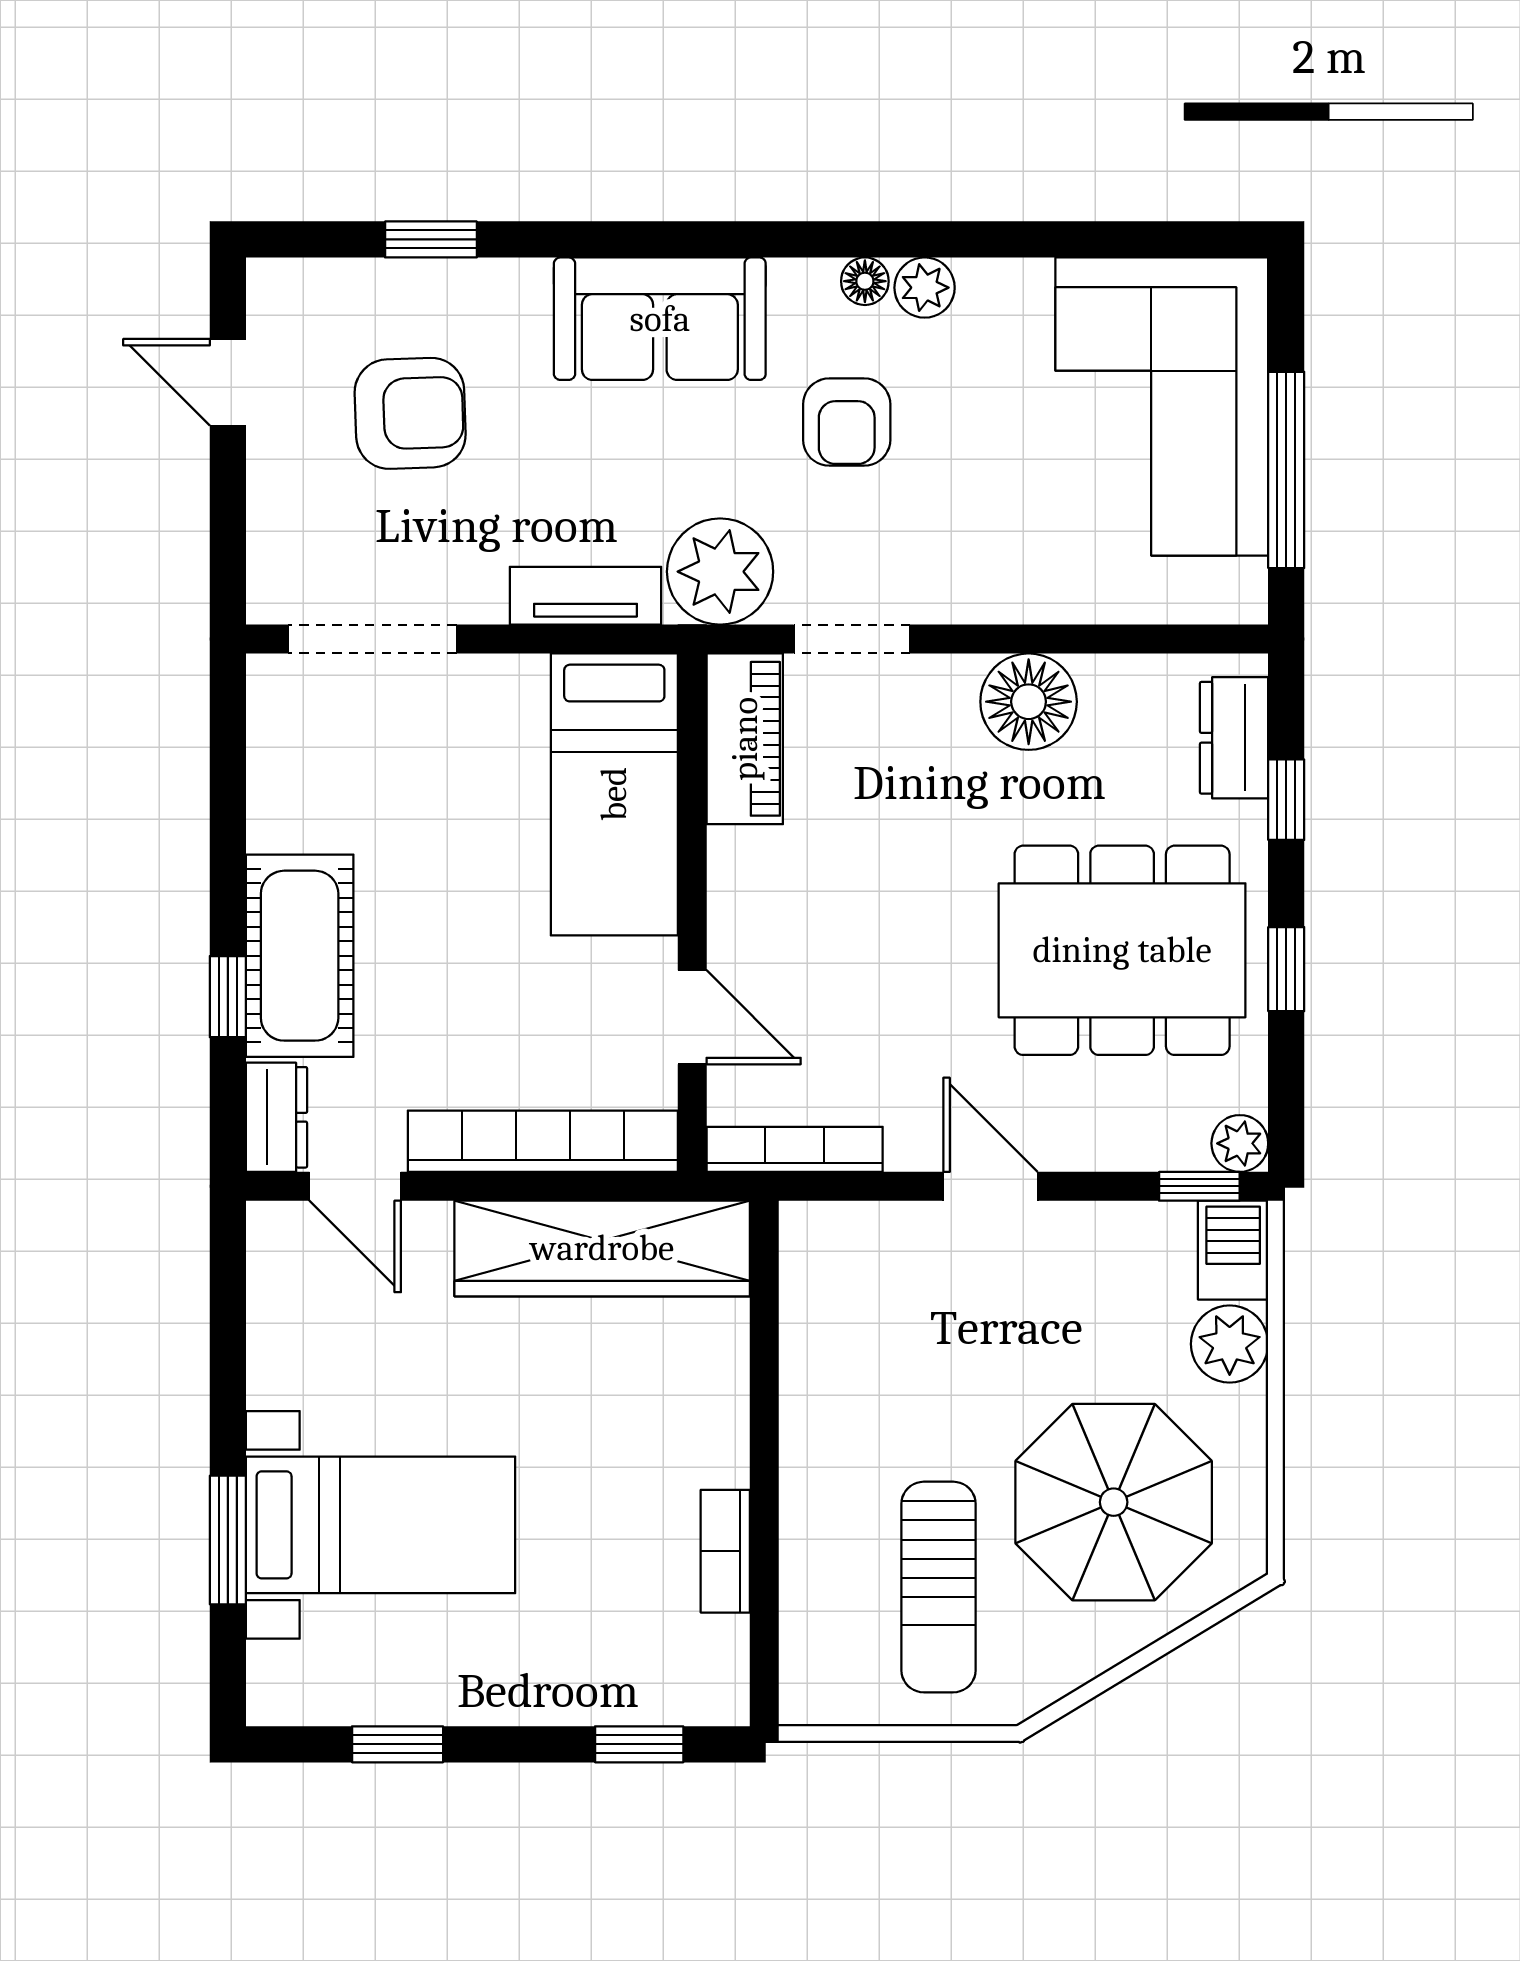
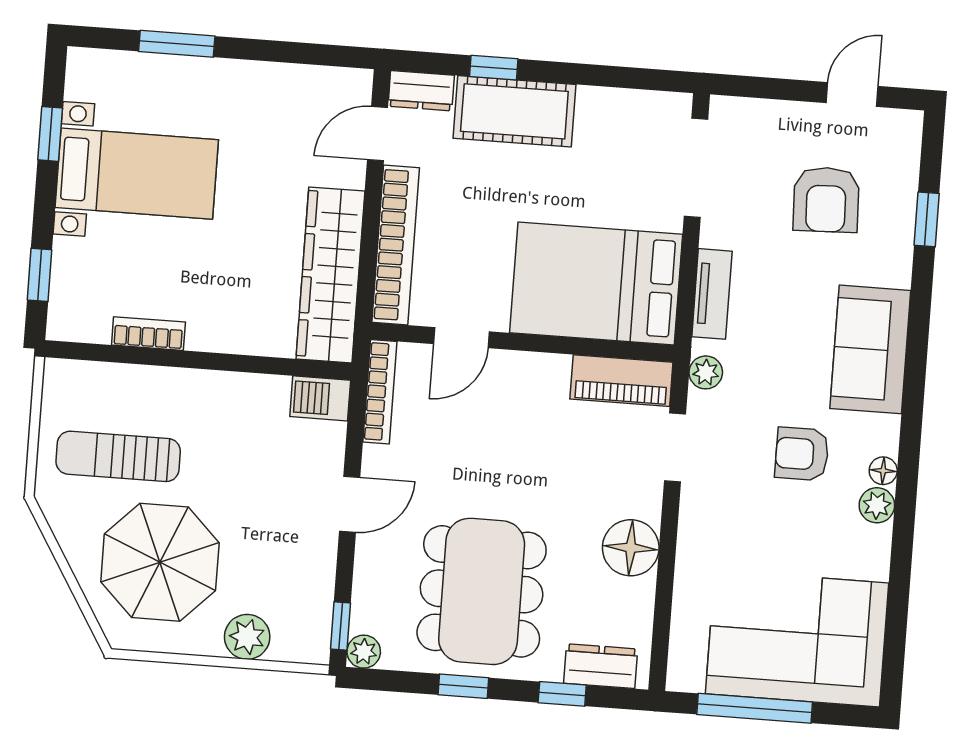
plant: (720, 572) -> (706, 372), width x0.53, depth x0.53
bed: (614, 794) -> (596, 284), width x1.50
barbecue: (1233, 1250) -> (320, 398), moved, turned 180
bed with nightstands: (380, 1525) -> (137, 174), moved, turned -90

